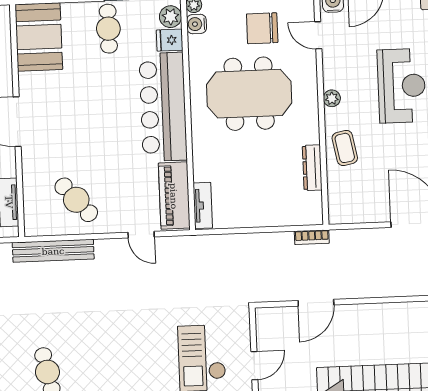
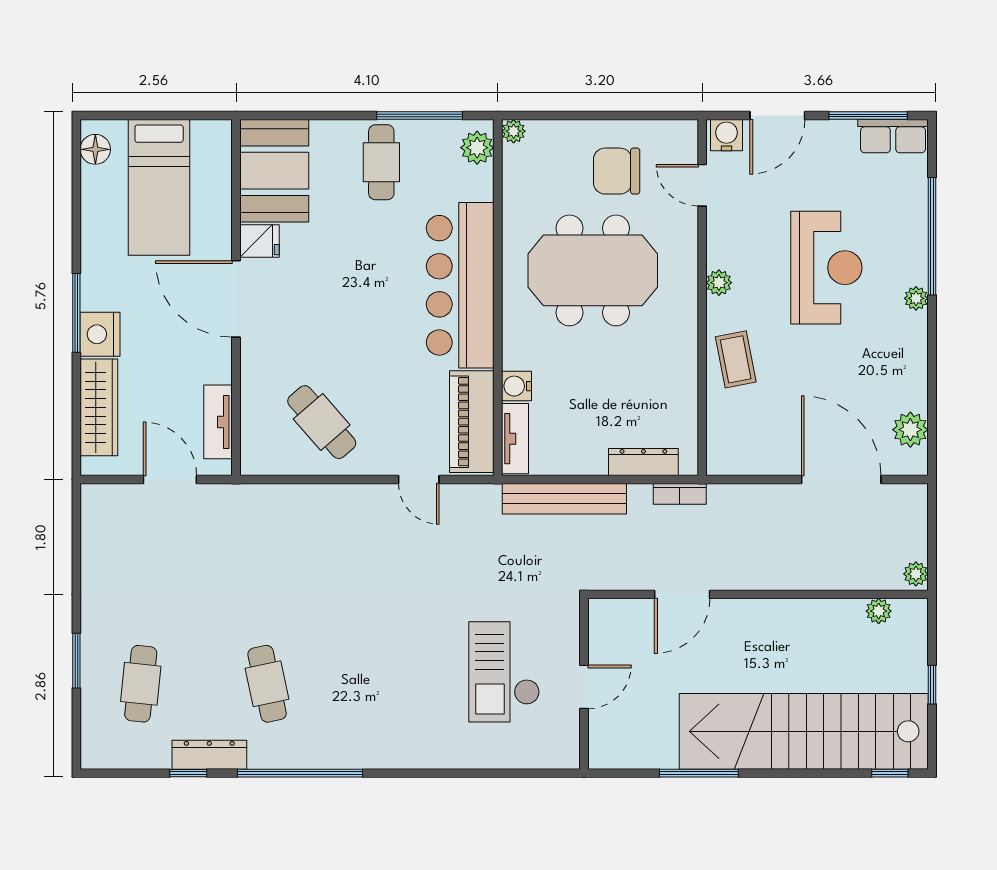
water cooler: (197, 24) -> (517, 386), moved
fridge: (170, 40) -> (259, 241), moved, turned 180
dresser: (312, 168) -> (643, 462), moved, turned 90
bench: (53, 251) -> (564, 499), moved

